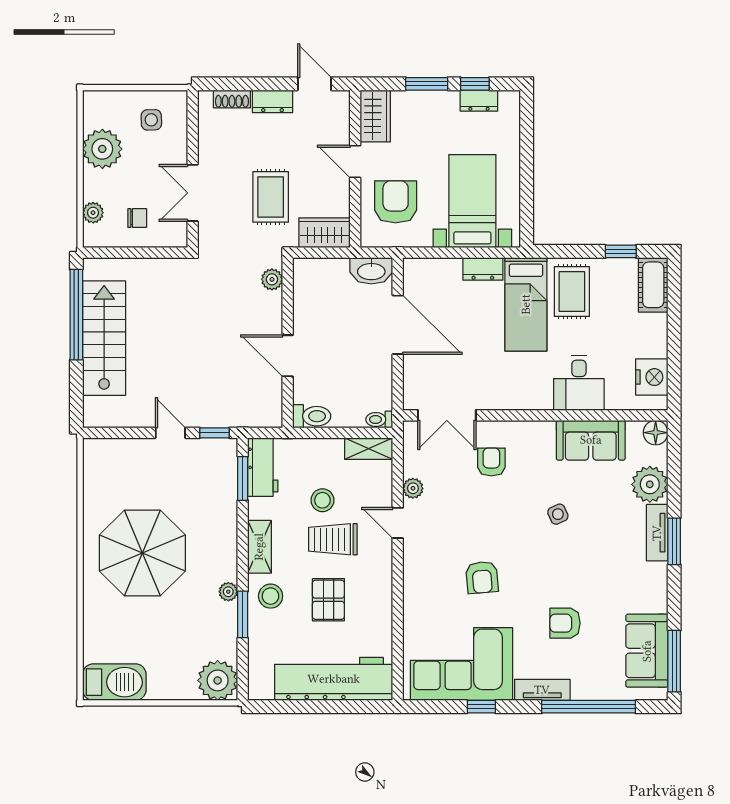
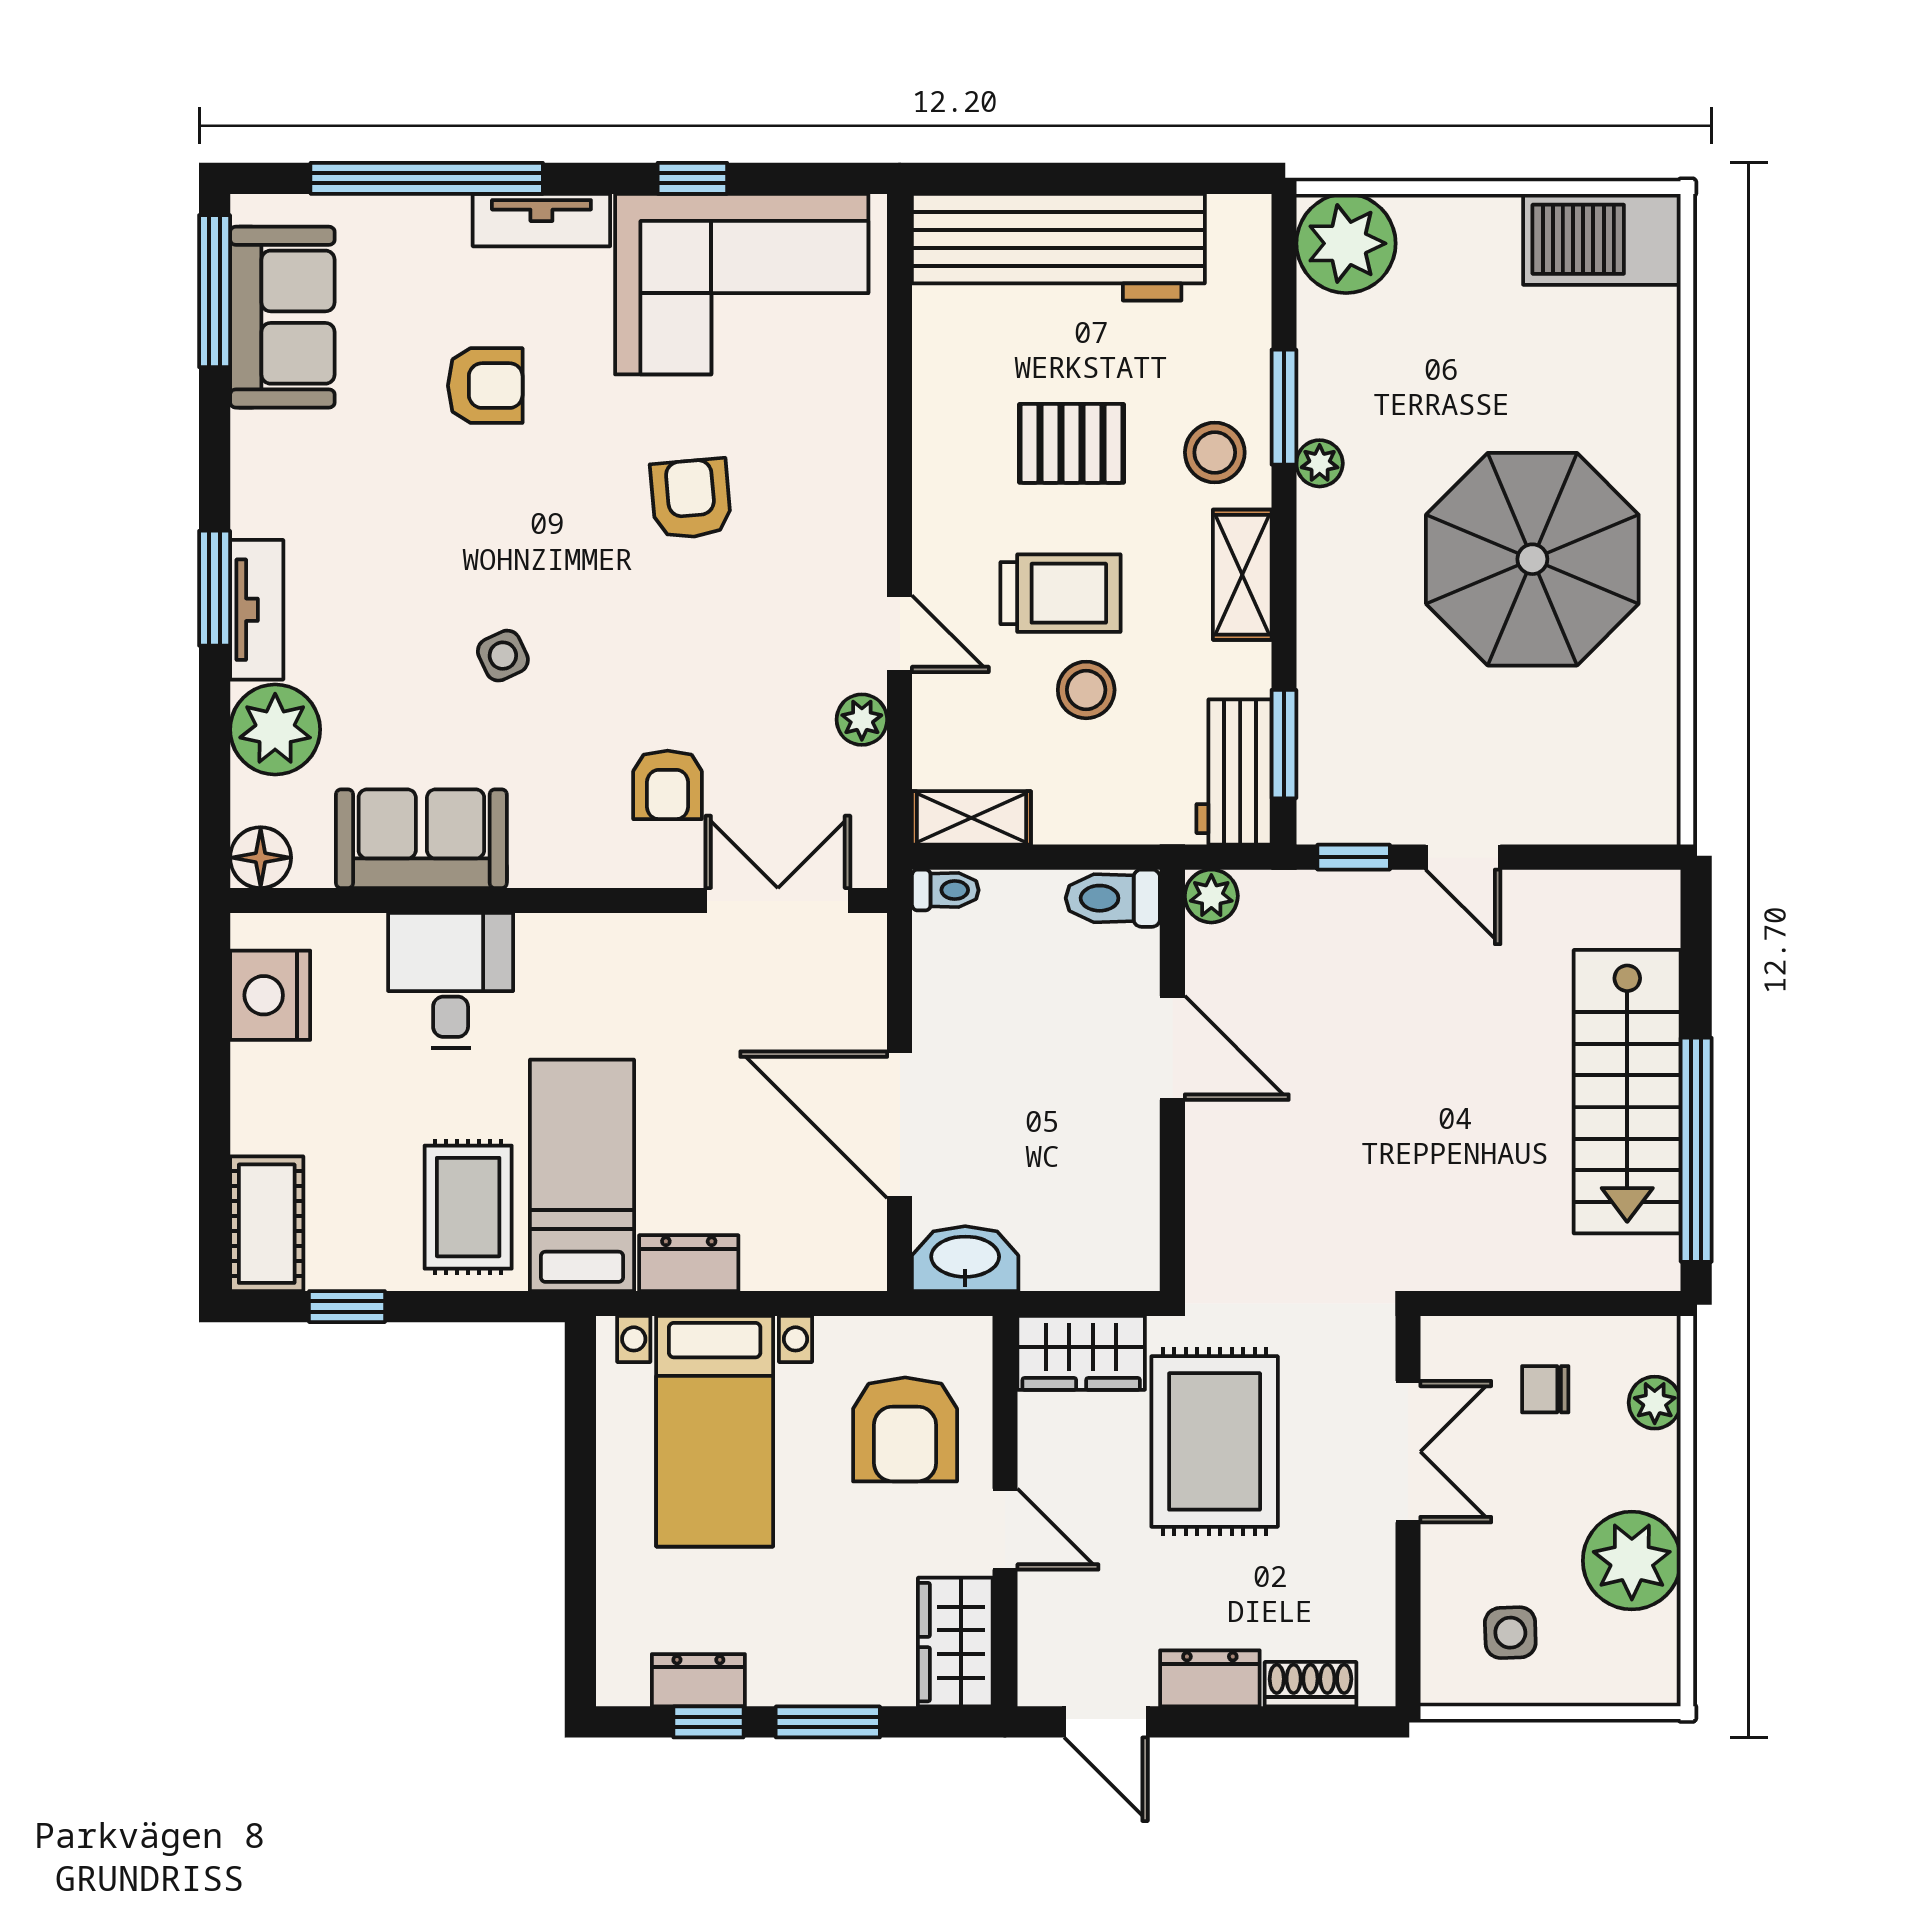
rug: (271, 197) -> (1215, 1441), width x1.36, depth x1.43
plant: (272, 279) -> (1211, 896), moved
pallet: (328, 600) -> (1072, 443), turned 90

